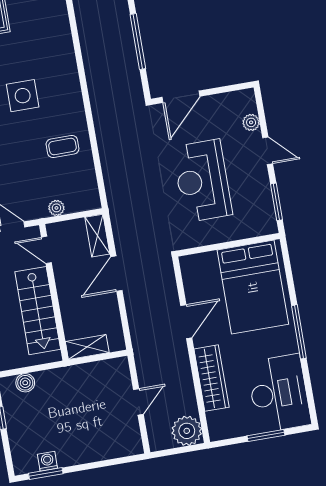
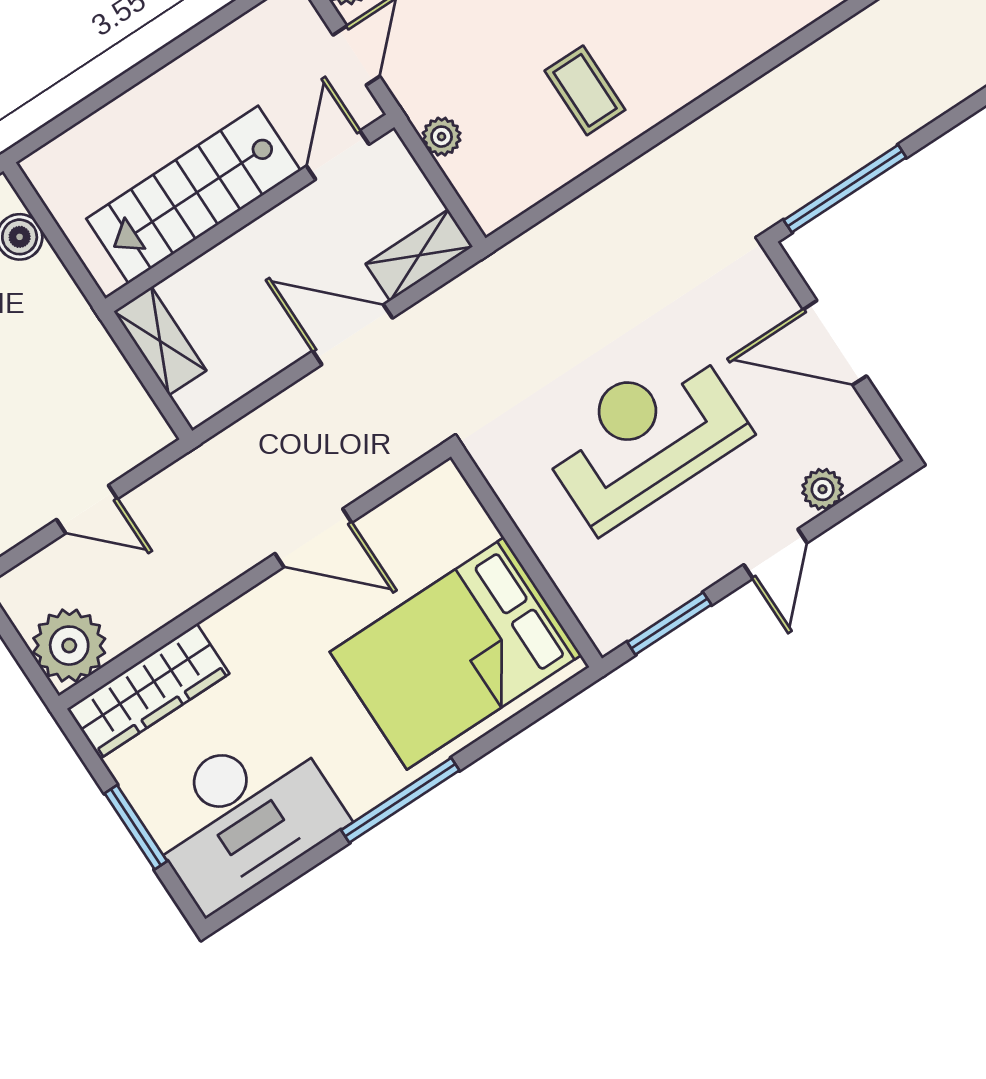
window: (138, 41) -> (845, 189), moved
door: (181, 97) -> (835, 343), moved
wardrobe: (212, 378) -> (148, 691), moved

